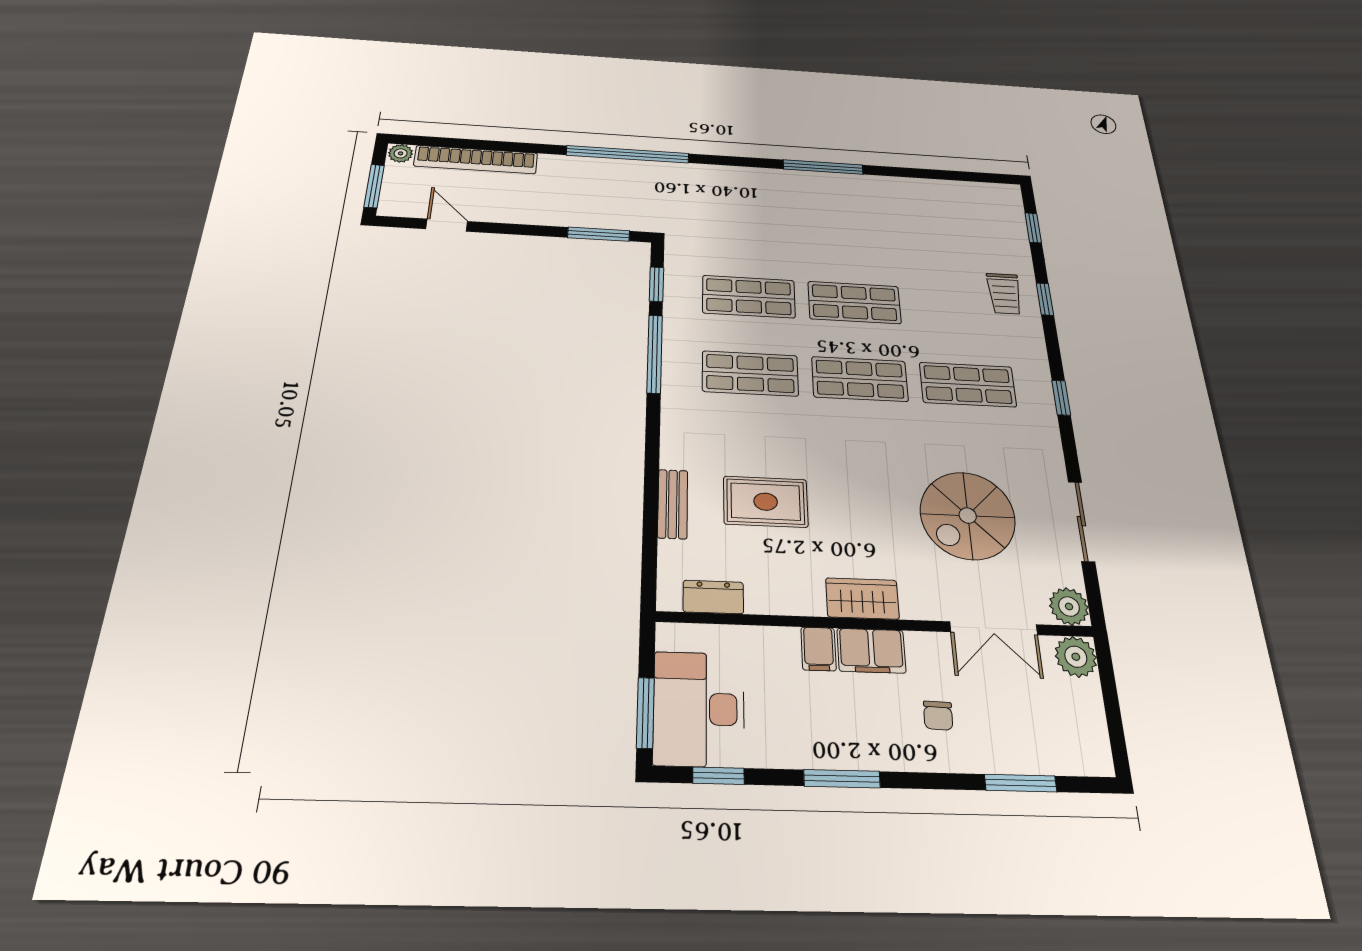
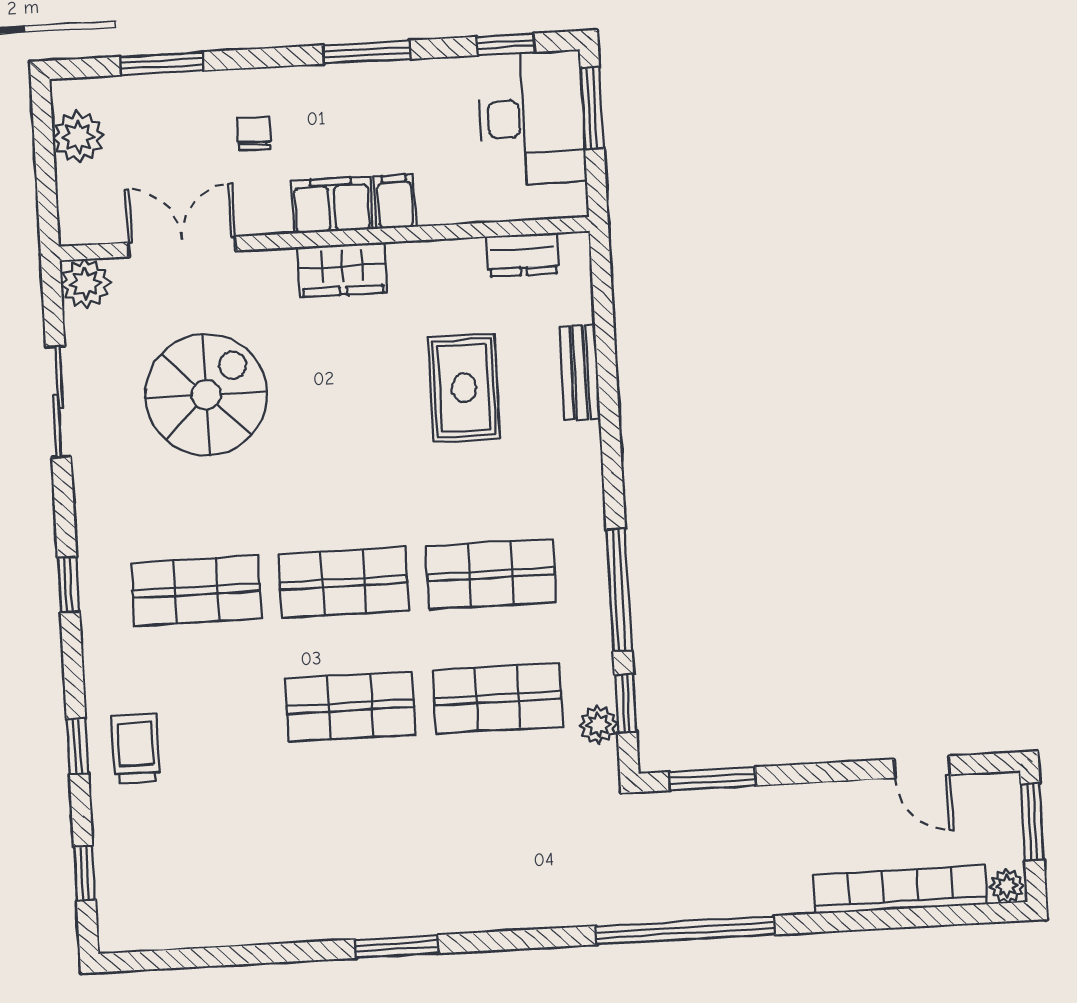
window: (823, 167) -> (396, 946), width x0.69
plant: (677, 274) -> (598, 725), added
rug: (766, 502) -> (464, 388), turned 90
plant: (1076, 657) -> (78, 137), moved

